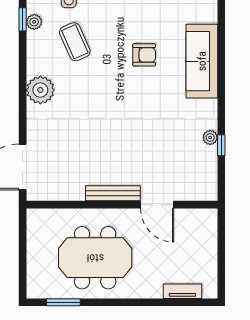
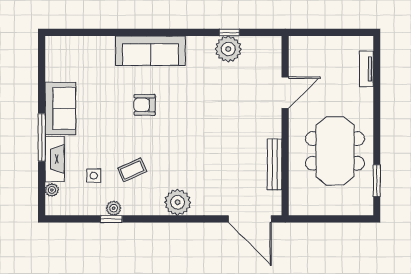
coffee table: (75, 42) -> (132, 170), width x0.73, depth x0.77
armchair: (144, 55) -> (145, 105), turned -90
plant: (210, 137) -> (228, 49), width x1.88, depth x1.88
bench: (113, 193) -> (275, 164), moved

